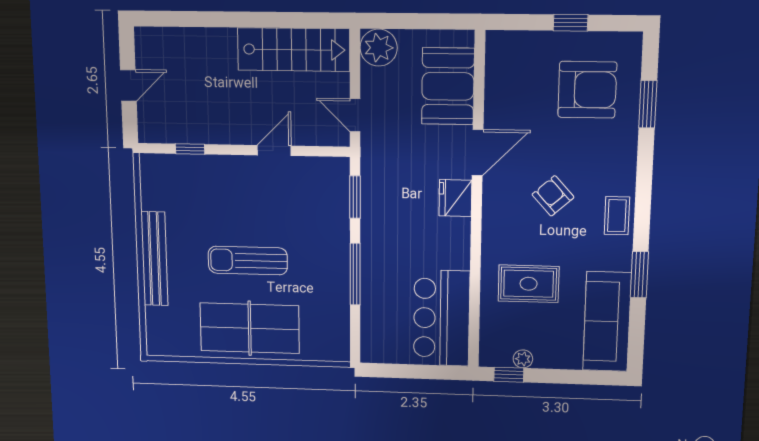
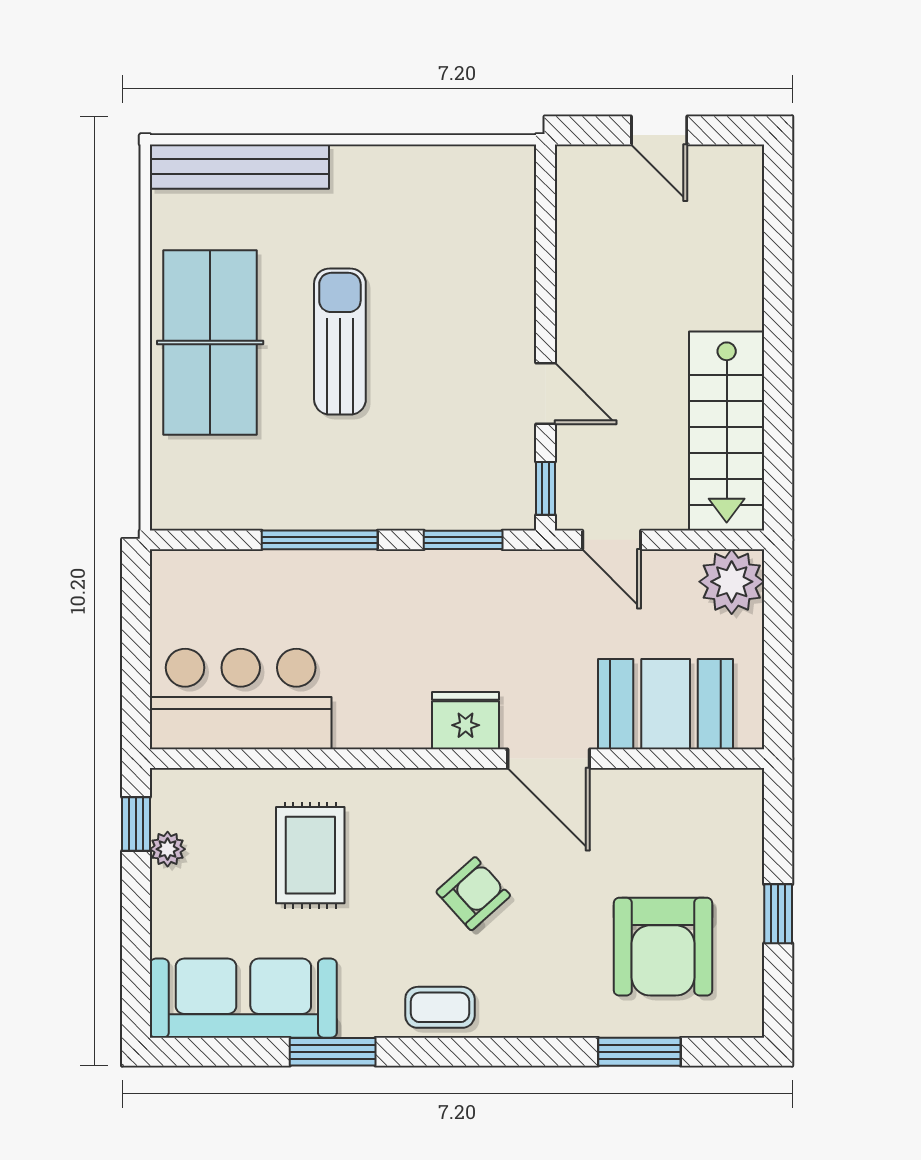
door: (355, 115) -> (612, 540), swing flipped
window: (190, 149) -> (546, 488), moved
bench: (154, 259) -> (239, 167), moved

